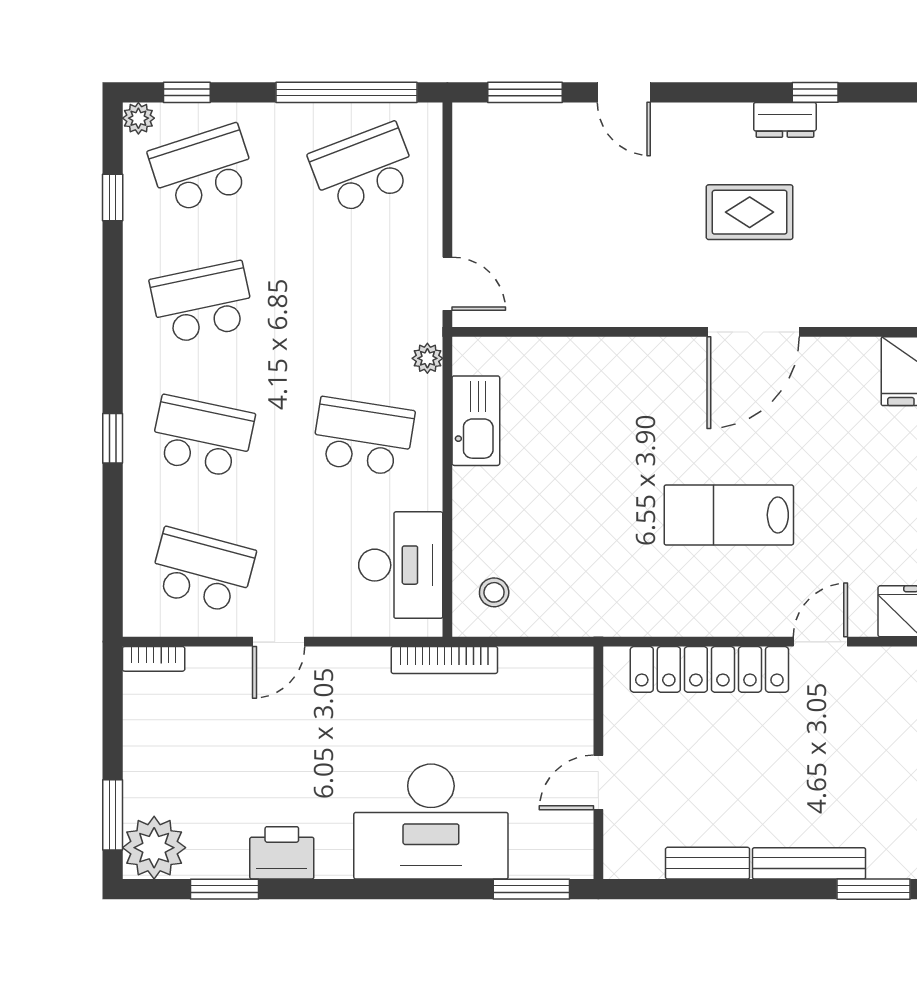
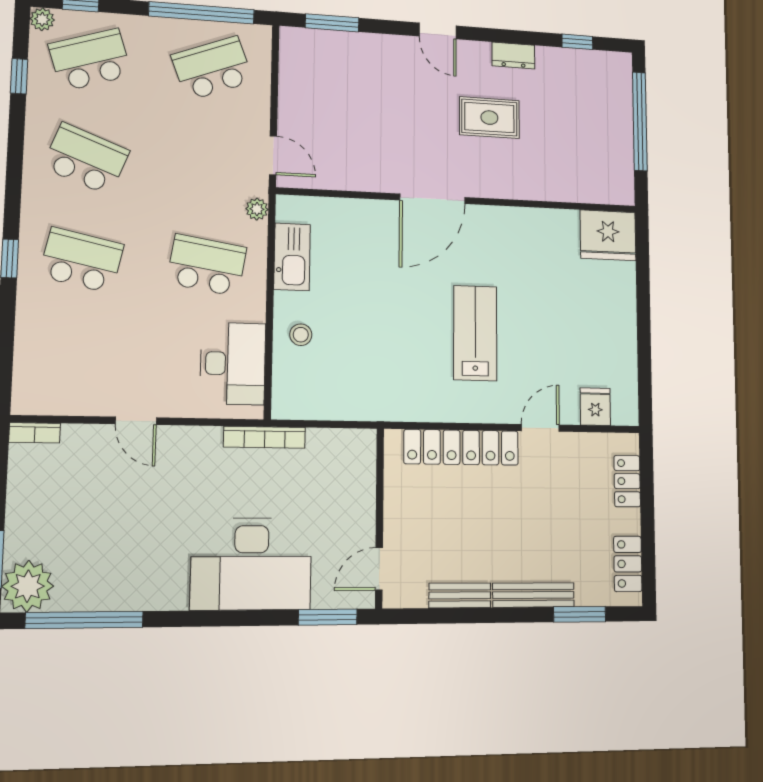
door: (624, 92) -> (438, 31), moved
window: (815, 92) -> (577, 42), moved
school desk: (202, 303) -> (86, 159), turned 33
door: (753, 332) -> (432, 199), moved
lab bench: (729, 515) -> (475, 333), turned 90
school desk: (202, 571) -> (77, 364), removed
stool: (494, 592) -> (301, 335), moved
door: (279, 642) -> (136, 421), hinge flipped
door: (598, 782) -> (379, 569), moved
printer: (282, 853) -> (132, 590), removed
window: (224, 889) -> (84, 620), width x2.11

